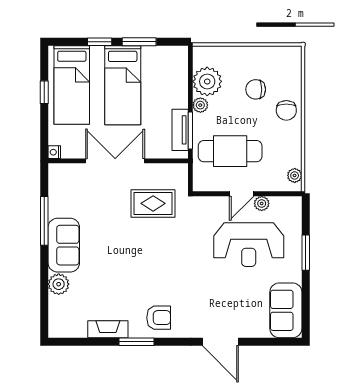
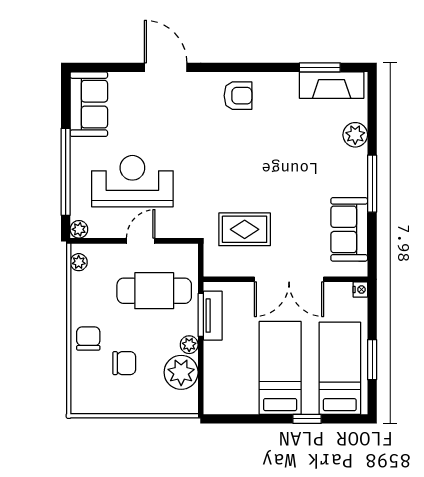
window: (139, 42) -> (261, 419), removed
window: (44, 92) -> (372, 360), width x1.50
plant: (262, 203) -> (79, 229), moved
window: (44, 221) -> (372, 184), moved
sofa: (64, 245) -> (349, 229), moved
window: (306, 253) -> (66, 172), width x2.11
armchair: (159, 318) -> (238, 96), turned 180
fireplace: (108, 329) -> (332, 85), moved, width x1.37, depth x1.32
window: (136, 342) -> (320, 67), moved

